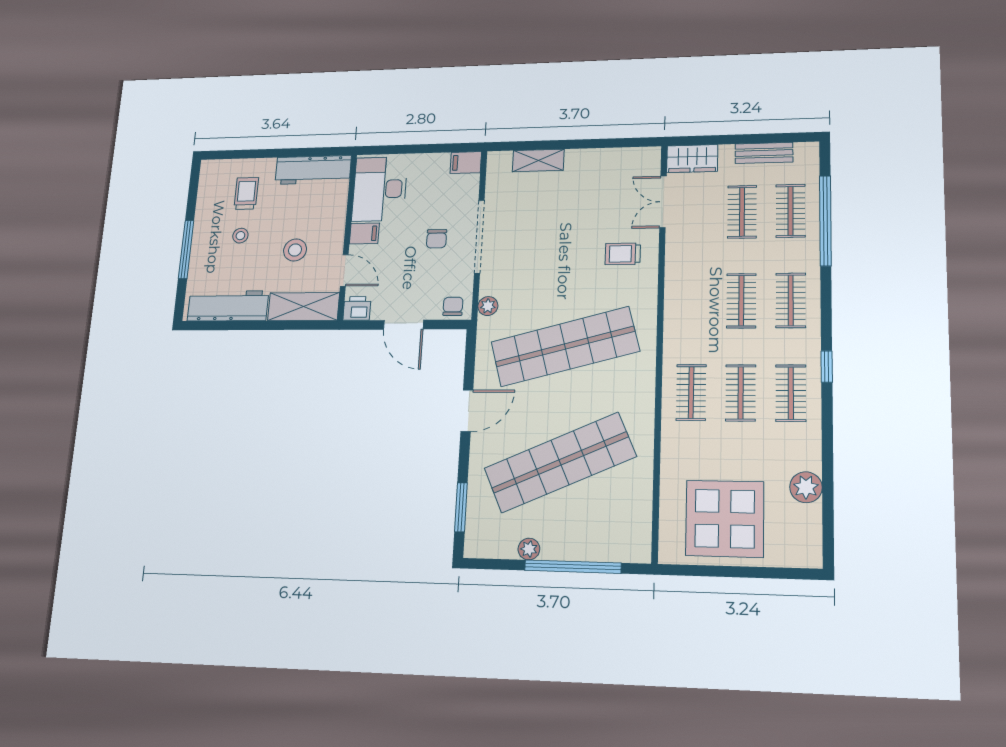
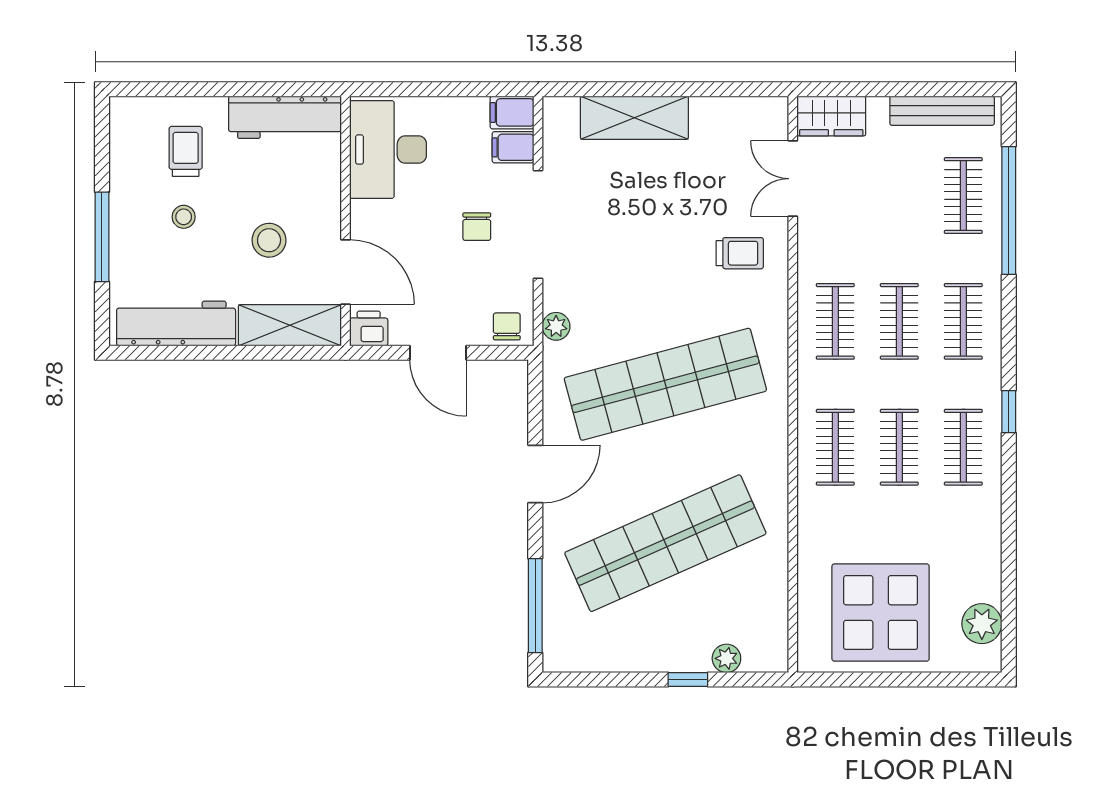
bench: (764, 153) -> (942, 111), width x1.36
shelving: (538, 160) -> (634, 118), width x1.50, depth x1.33
clothes rail: (742, 212) -> (835, 321), moved
filing cabinet: (364, 233) -> (513, 147), moved, turned 180
trolley: (623, 254) -> (740, 253), turned 180
door: (344, 270) -> (345, 272), width x1.38
plant: (806, 487) -> (982, 624), moved
window: (461, 507) -> (535, 606), width x1.44
plant: (529, 549) -> (726, 658), moved
window: (573, 567) -> (688, 679), width x0.32

